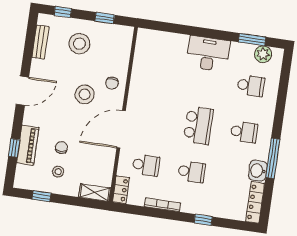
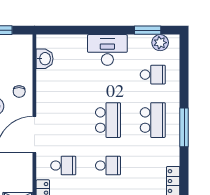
school desk: (244, 132) -> (153, 120), width x1.85
window: (273, 158) -> (184, 127), moved
washbasin: (258, 171) -> (45, 59), moved, turned 180

